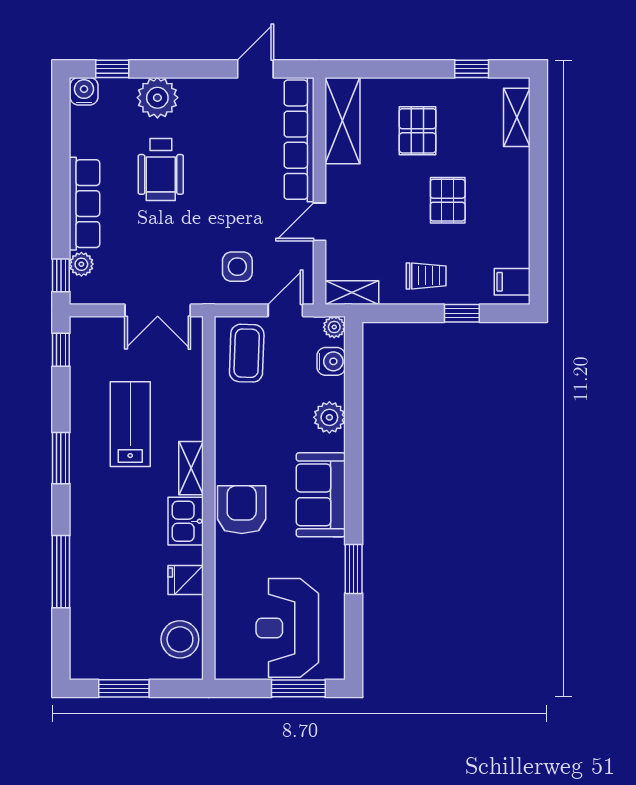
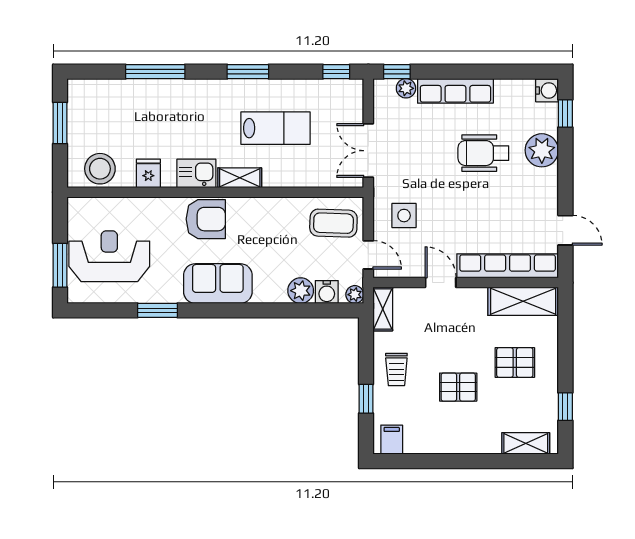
plant: (329, 417) -> (301, 291), moved

